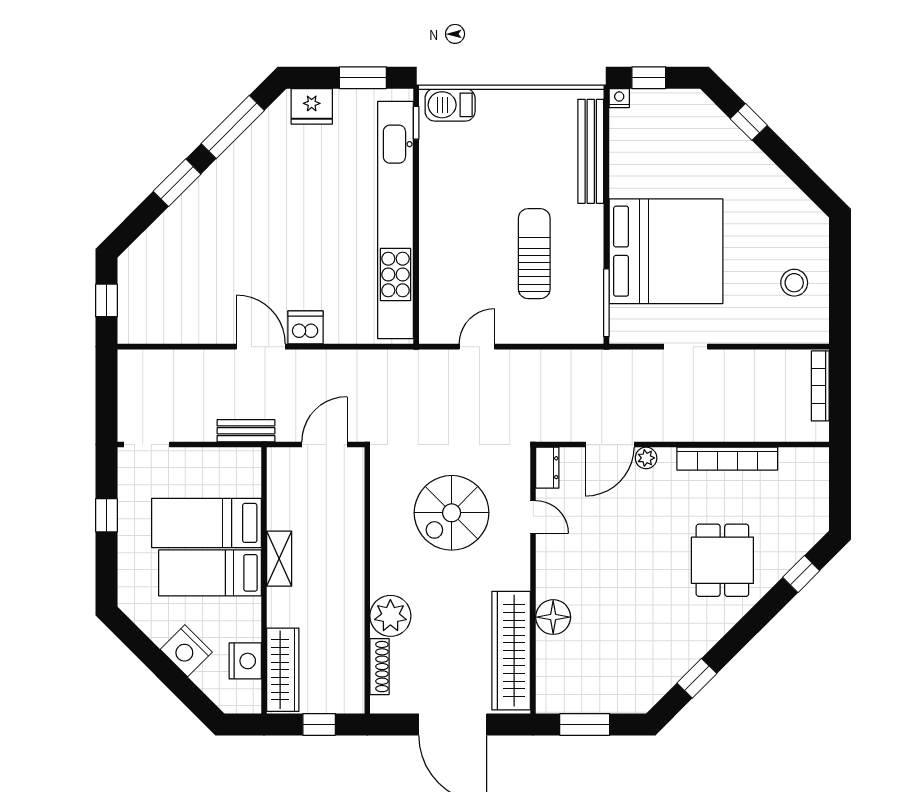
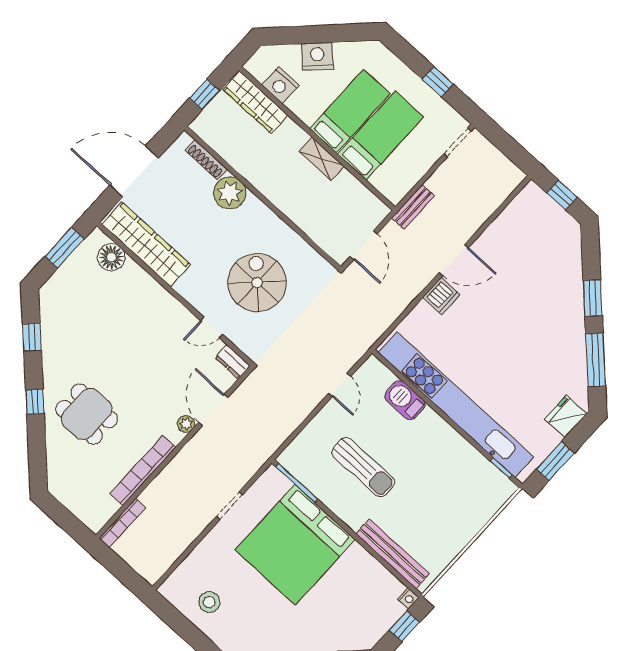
barbecue: (450, 105) -> (405, 400), moved, turned -90
bookcase: (820, 386) -> (122, 523), moved, turned 90
window: (801, 574) -> (35, 402), moved
floor lamp: (553, 617) -> (111, 257), moved

